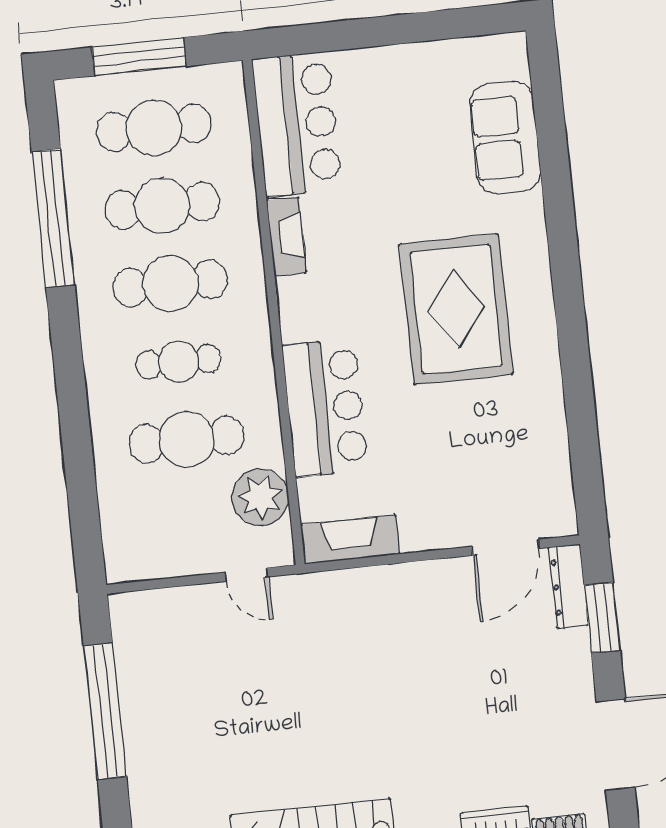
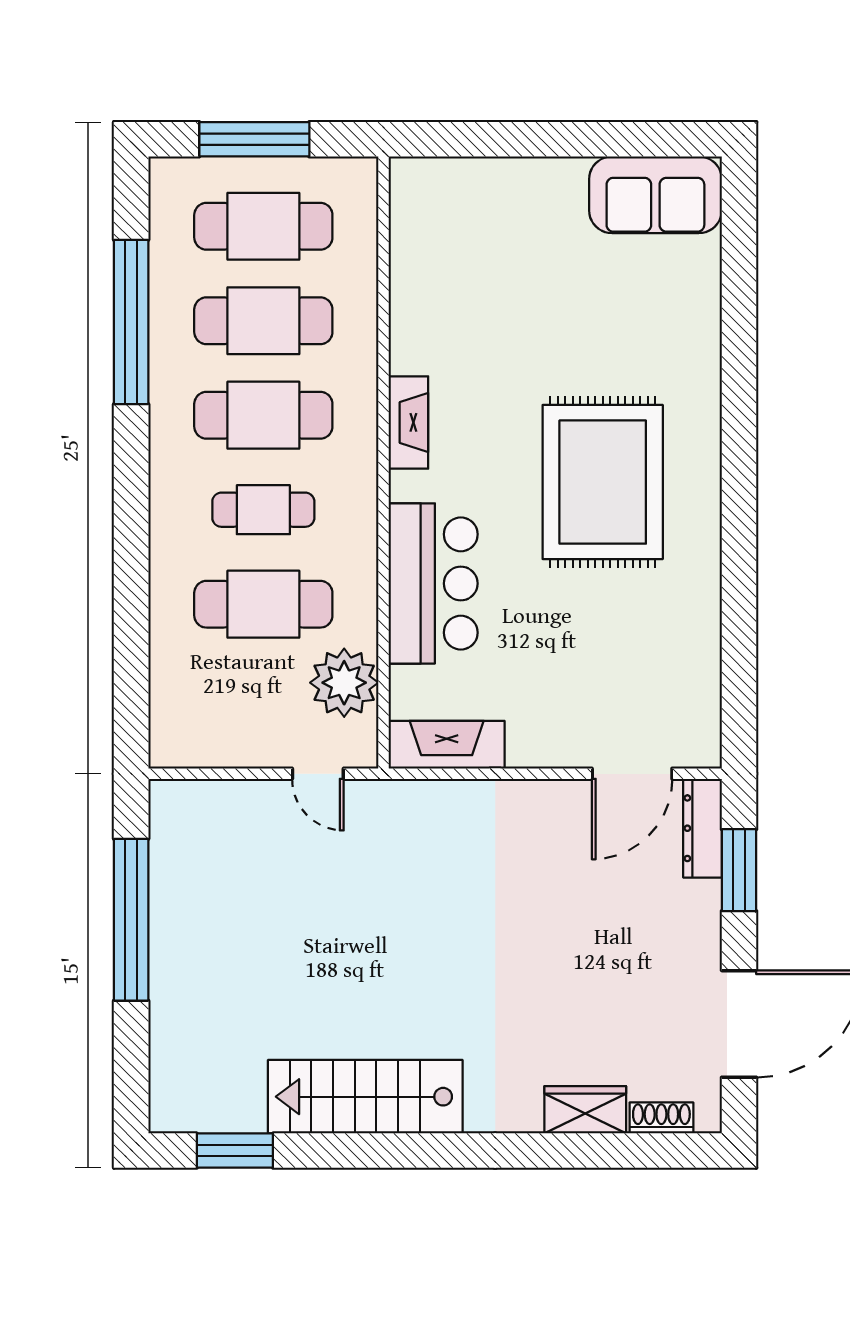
bar counter: (297, 124) -> (435, 240), removed
sofa: (505, 138) -> (655, 195), moved, turned -90
fireplace: (286, 236) -> (408, 422), moved

